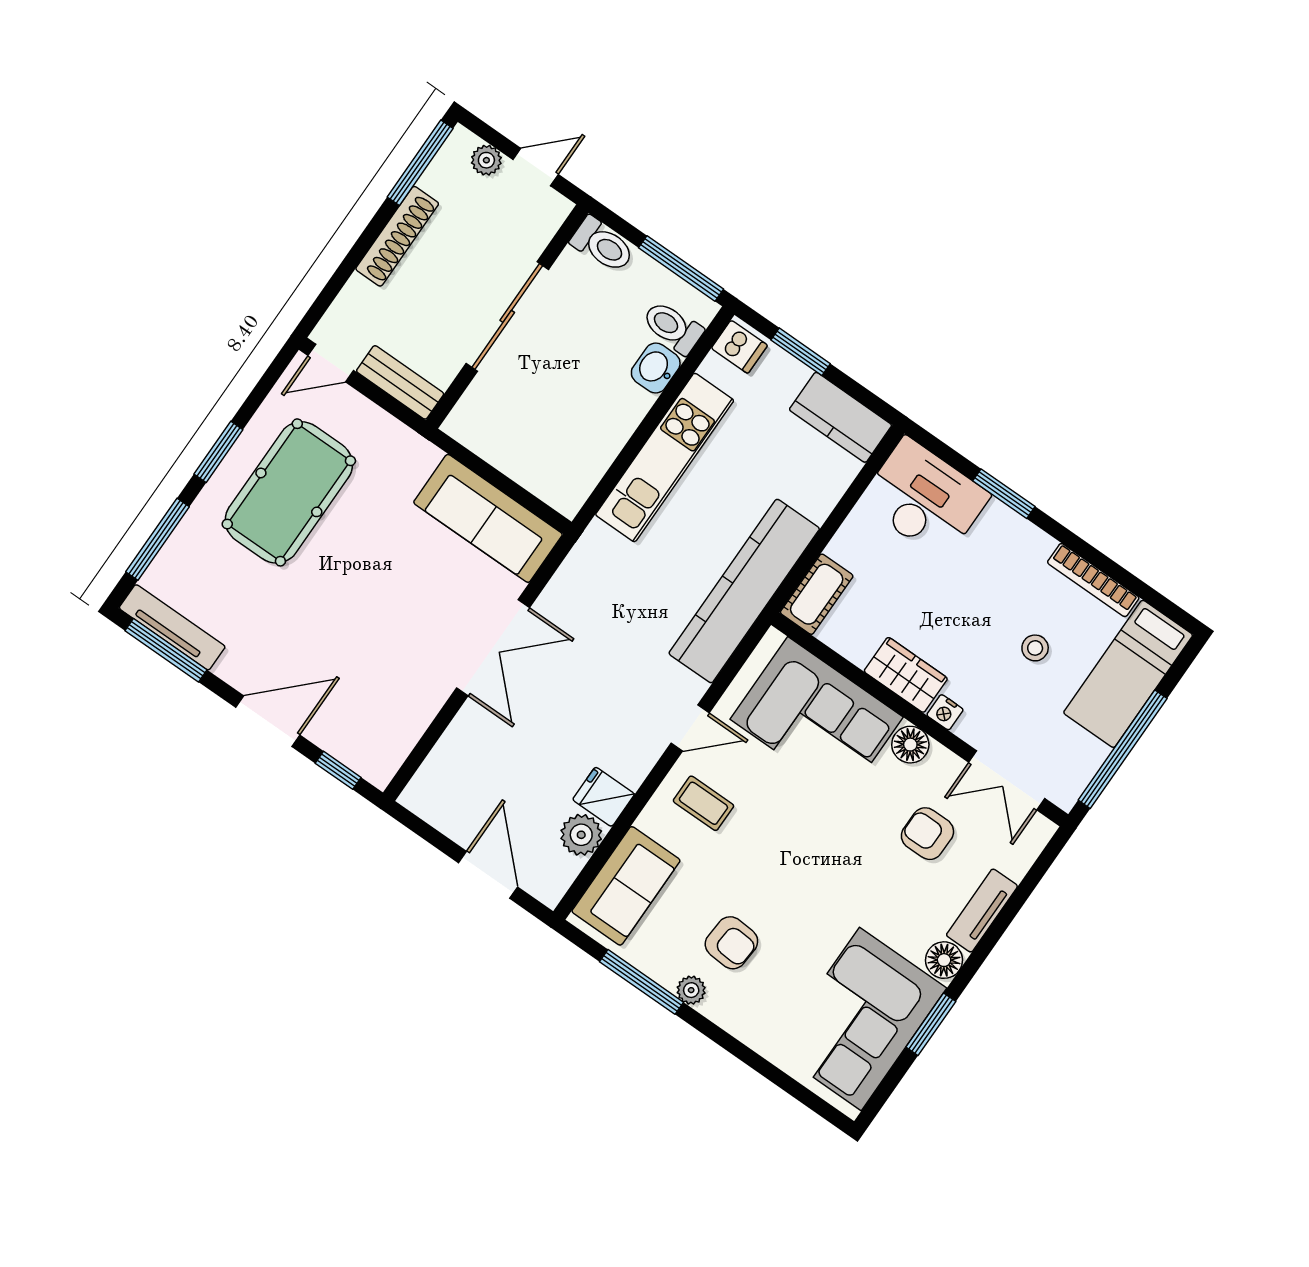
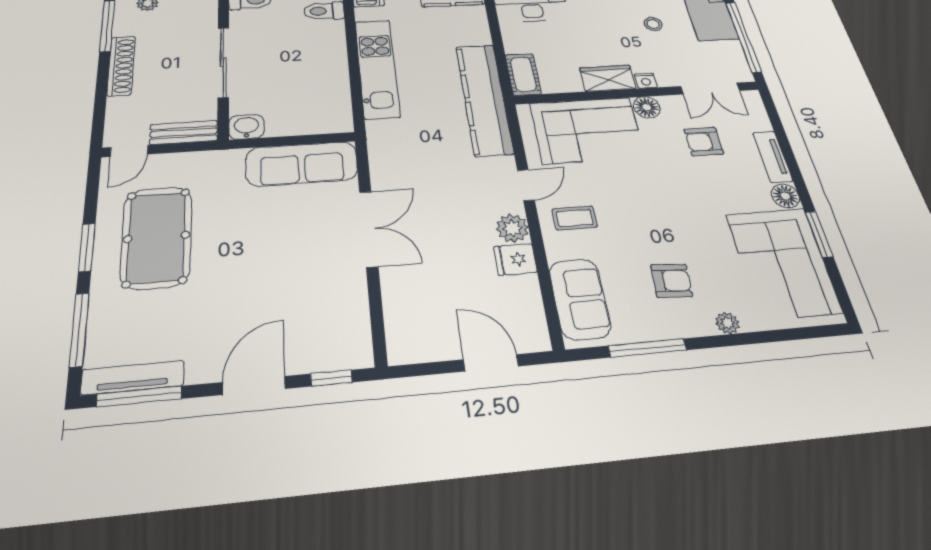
washbasin: (656, 368) -> (246, 127), moved, turned 90
plant: (581, 835) -> (512, 228), moved
plant: (691, 990) -> (728, 323), moved

